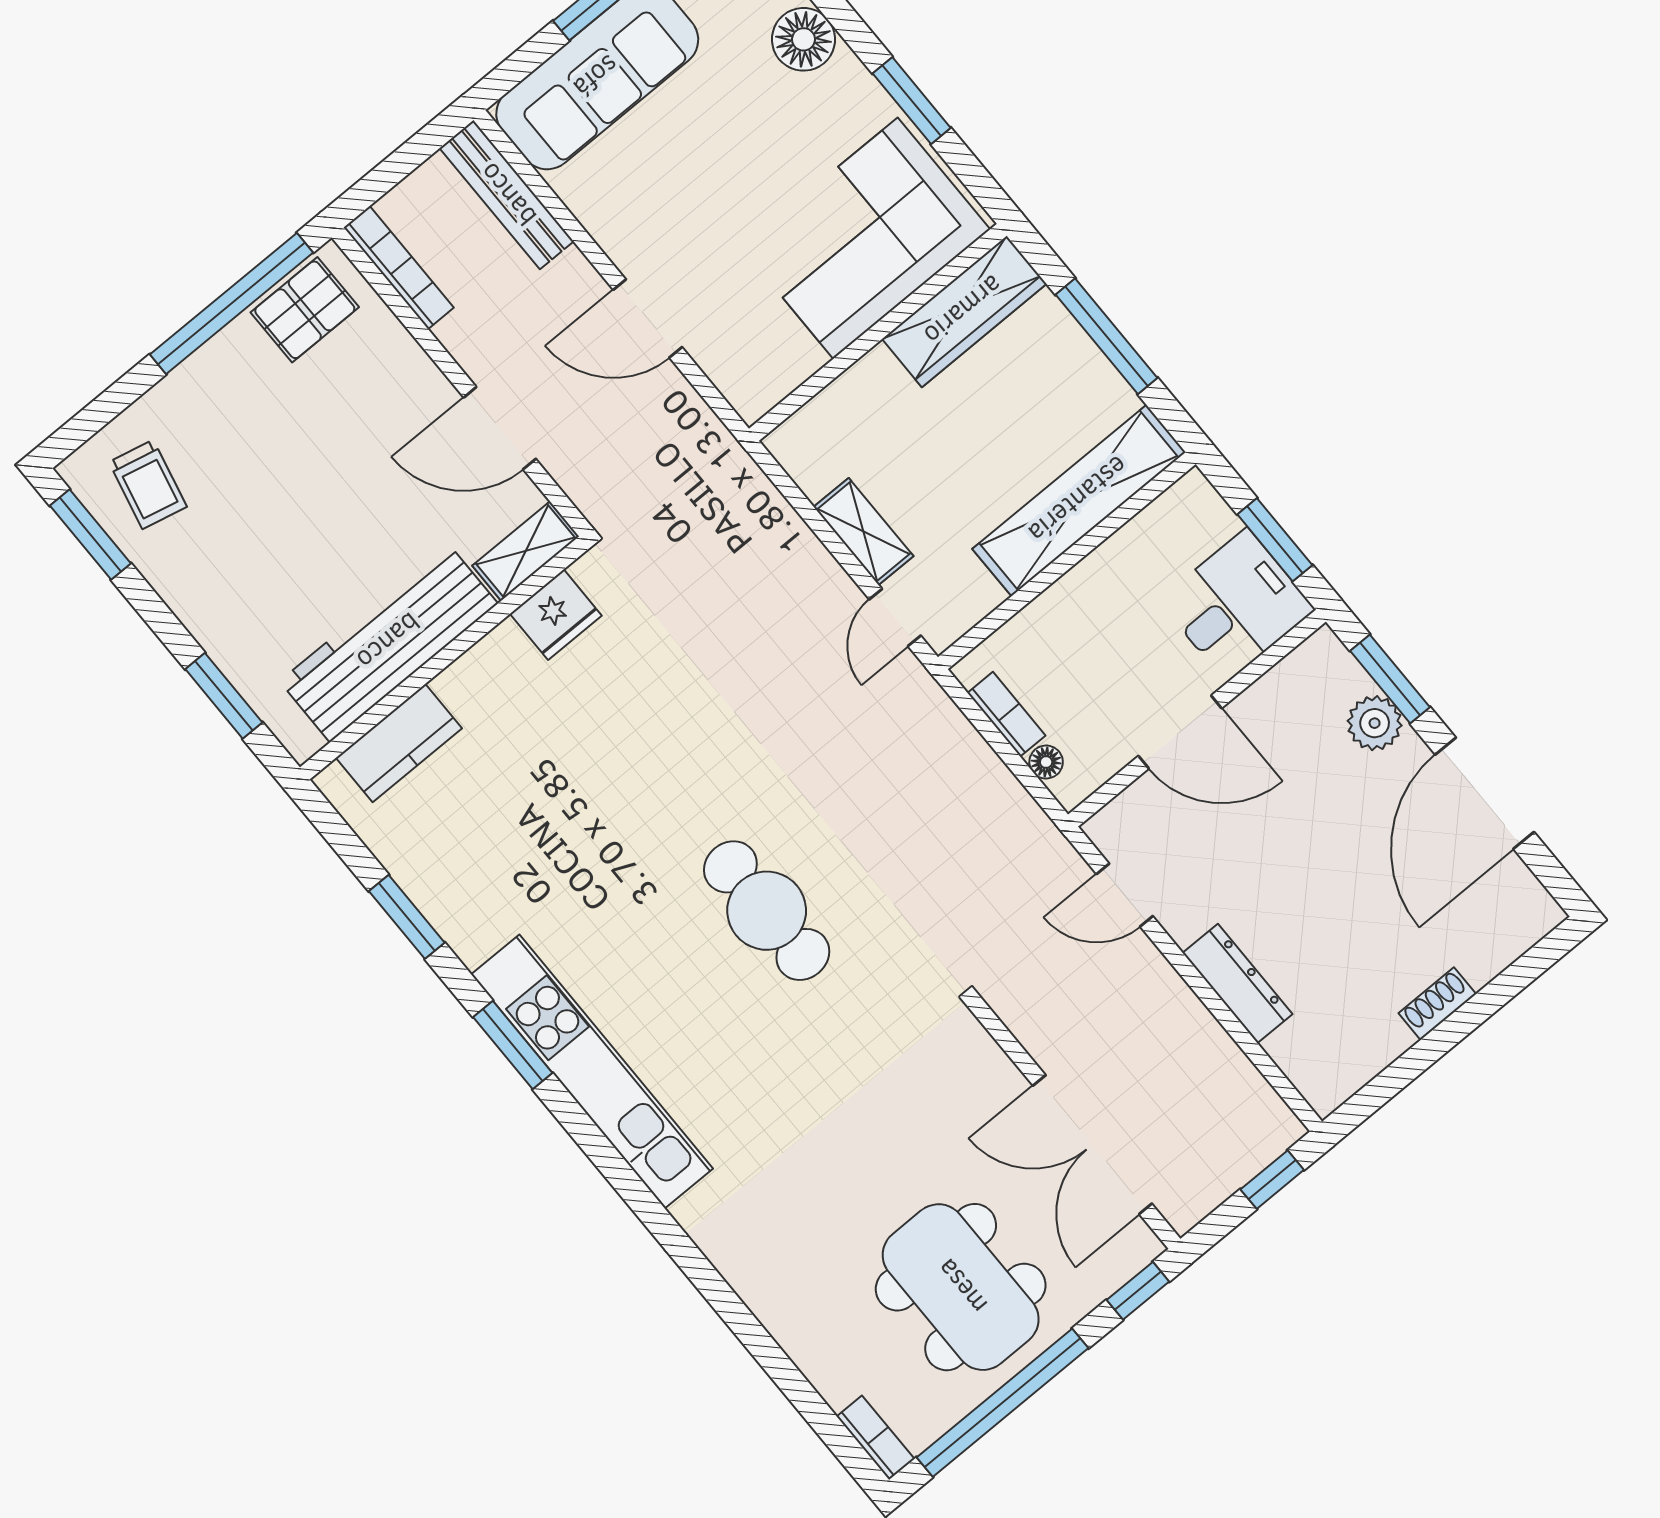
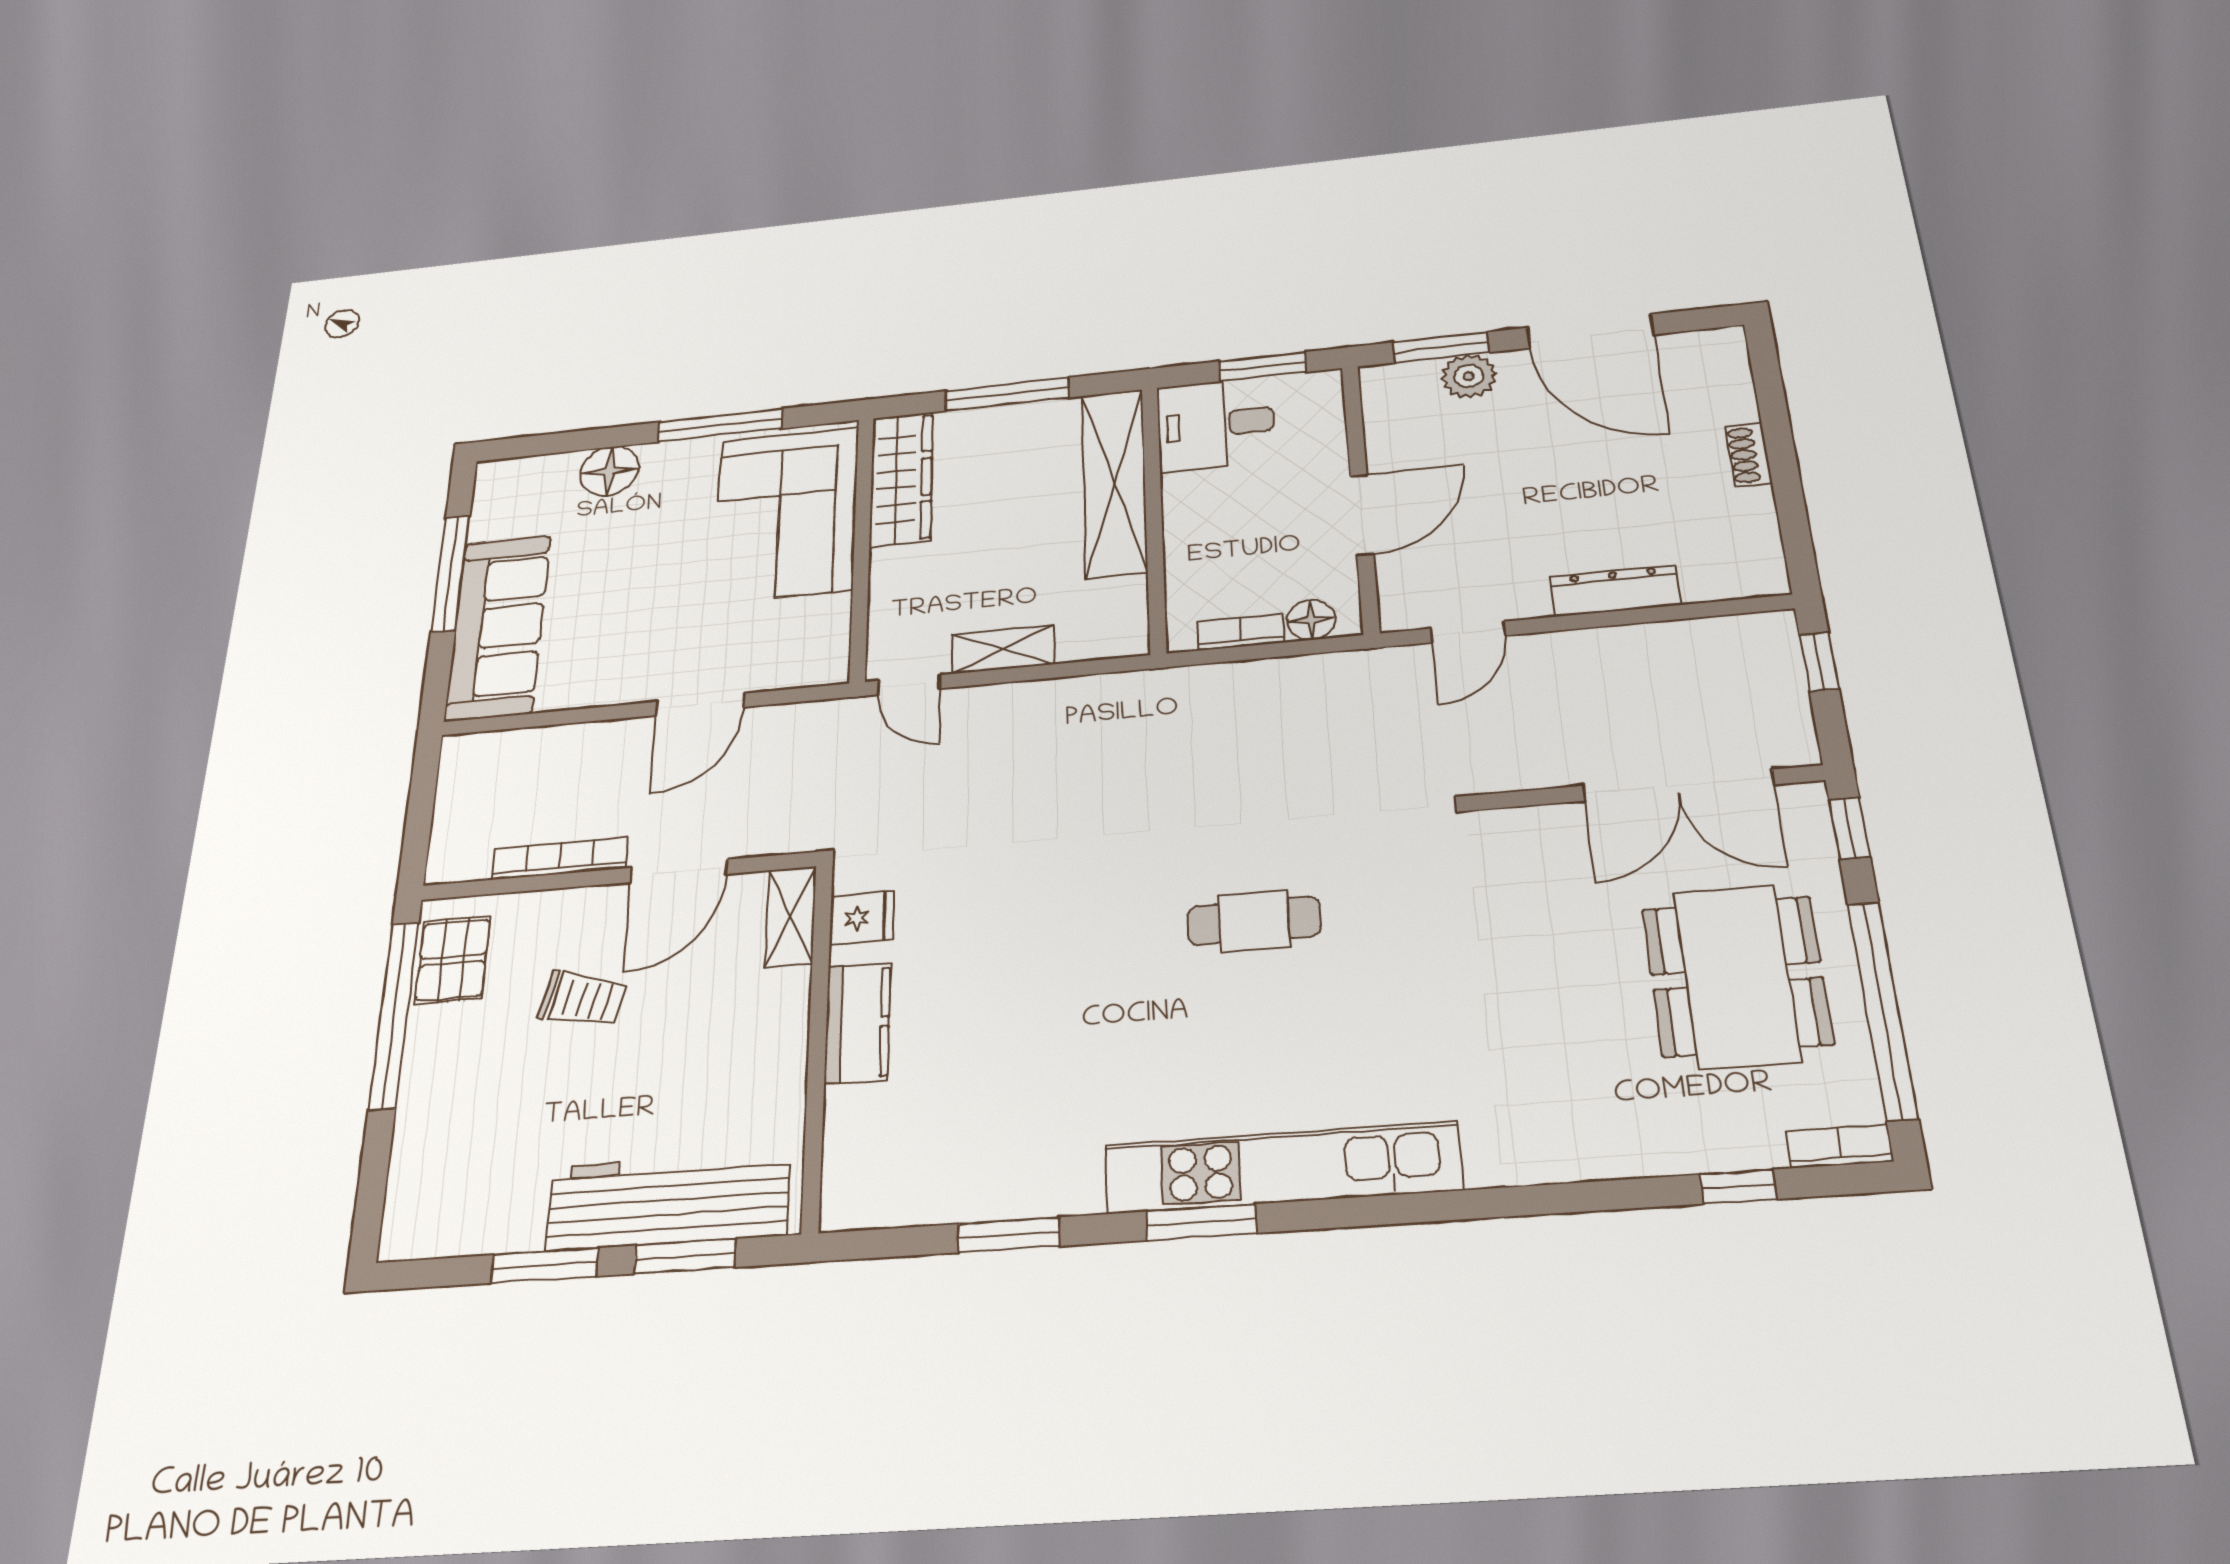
window: (912, 101) -> (720, 425), width x1.44
bench: (507, 195) -> (516, 747), removed
bookcase: (399, 268) -> (560, 859), moved
trolley: (148, 484) -> (583, 999), moved
window: (90, 534) -> (545, 1266), moved
desk: (1237, 605) -> (1216, 424), moved, turned -90
fridge: (556, 615) -> (862, 918), width x0.72
door: (895, 617) -> (909, 685), moved
workbench: (389, 642) -> (668, 1201), moved, turned 90
kitchen counter: (399, 743) -> (857, 1023), moved
floor lamp: (1046, 762) -> (1311, 620), width x1.37, depth x1.37
cafe table: (767, 911) -> (1254, 921), width x0.73, depth x0.74
dining table: (961, 1287) -> (1737, 976), turned 90
window: (798, 1390) -> (1738, 1187), added

